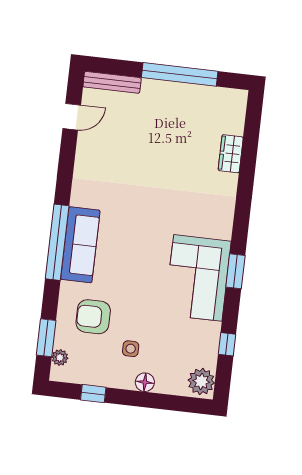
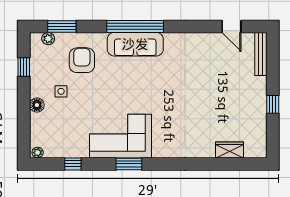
window: (180, 74) -> (273, 104), width x0.32
wardrobe: (231, 154) -> (230, 150), moved
plant: (201, 381) -> (38, 153), width x0.53, depth x0.53

